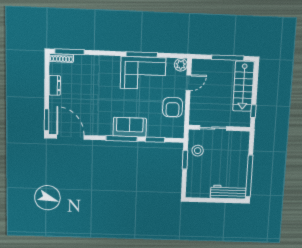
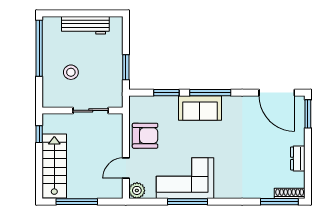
armchair: (173, 107) -> (145, 136), turned 90
stool: (198, 151) -> (71, 72), moved
workbench: (228, 192) -> (85, 25), moved

